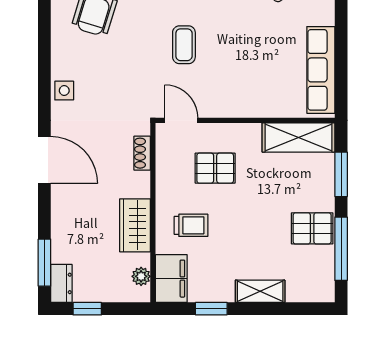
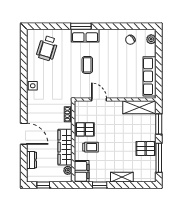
door: (181, 120) -> (99, 99), moved
door: (44, 160) -> (24, 134), moved
pallet: (215, 168) -> (85, 129), moved
wardrobe: (135, 225) -> (65, 147), width x1.50
window: (44, 263) -> (24, 164), removed
dresser: (61, 283) -> (31, 160), moved

